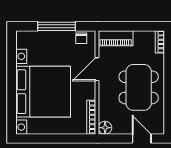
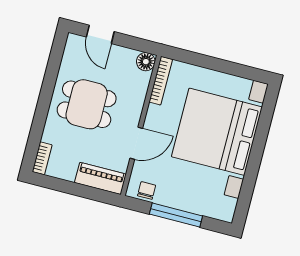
dining table: (139, 87) -> (87, 104), width x0.73

